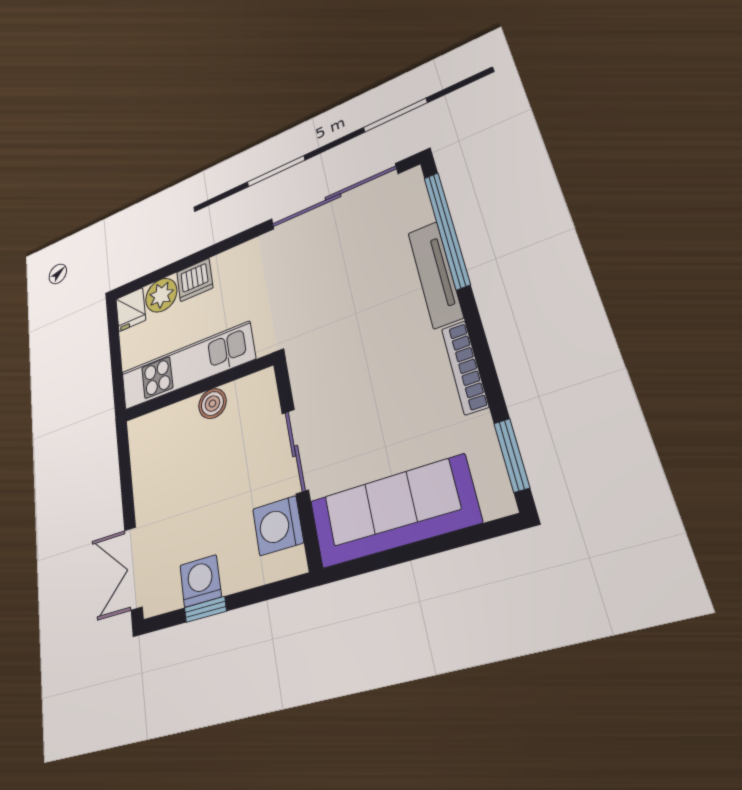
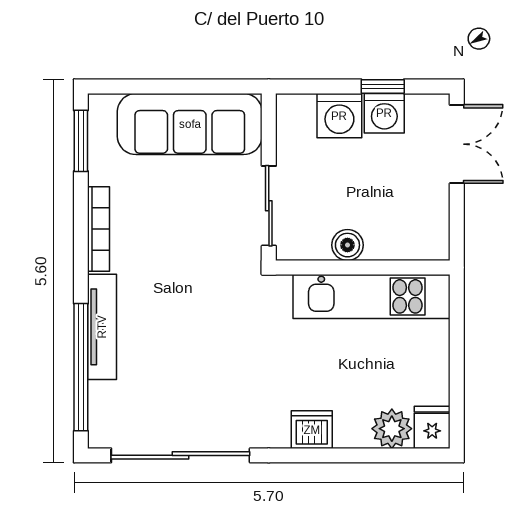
dishwasher: (195, 280) -> (312, 430), moved
kitchen unit: (186, 366) -> (371, 296), moved
wall: (197, 388) -> (363, 268), moved
boiler: (212, 403) -> (347, 245), moved
washing machine: (278, 526) -> (339, 116), moved, turned 90

